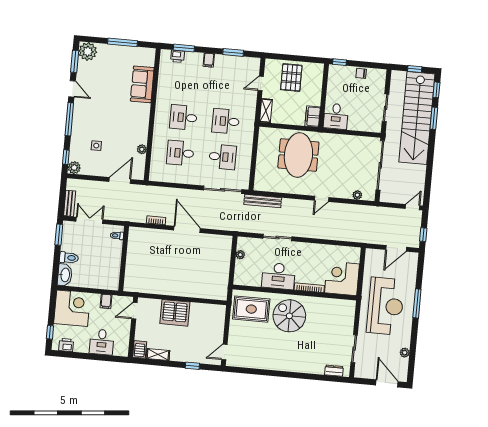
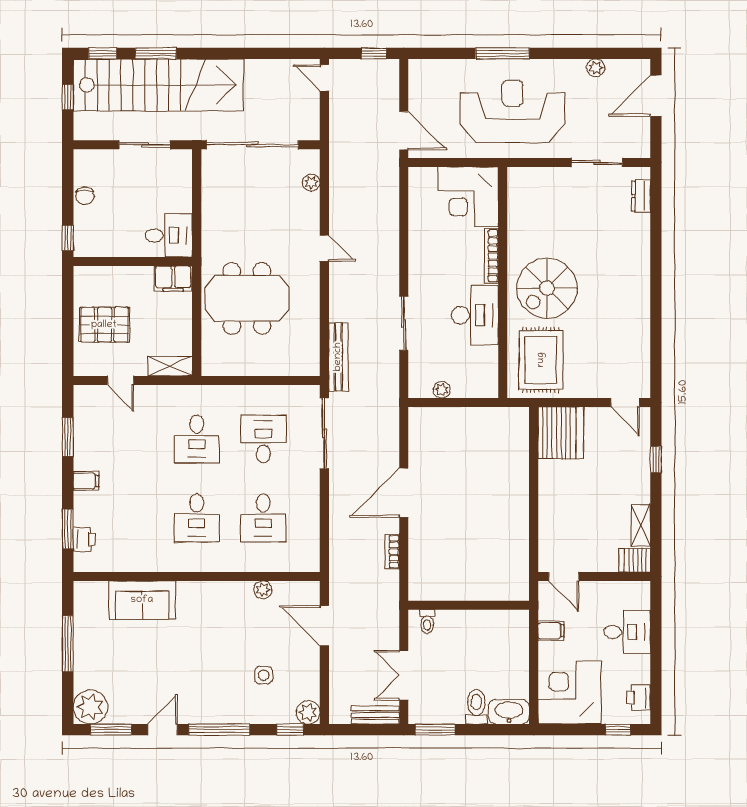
door: (396, 248) -> (404, 131), moved
server rack: (175, 313) -> (561, 433), moved

